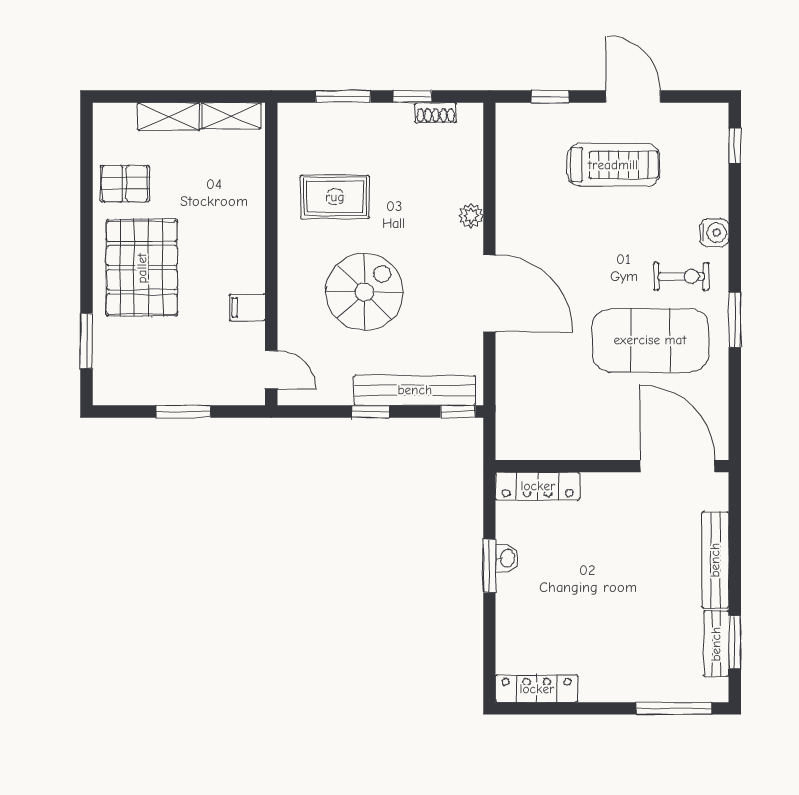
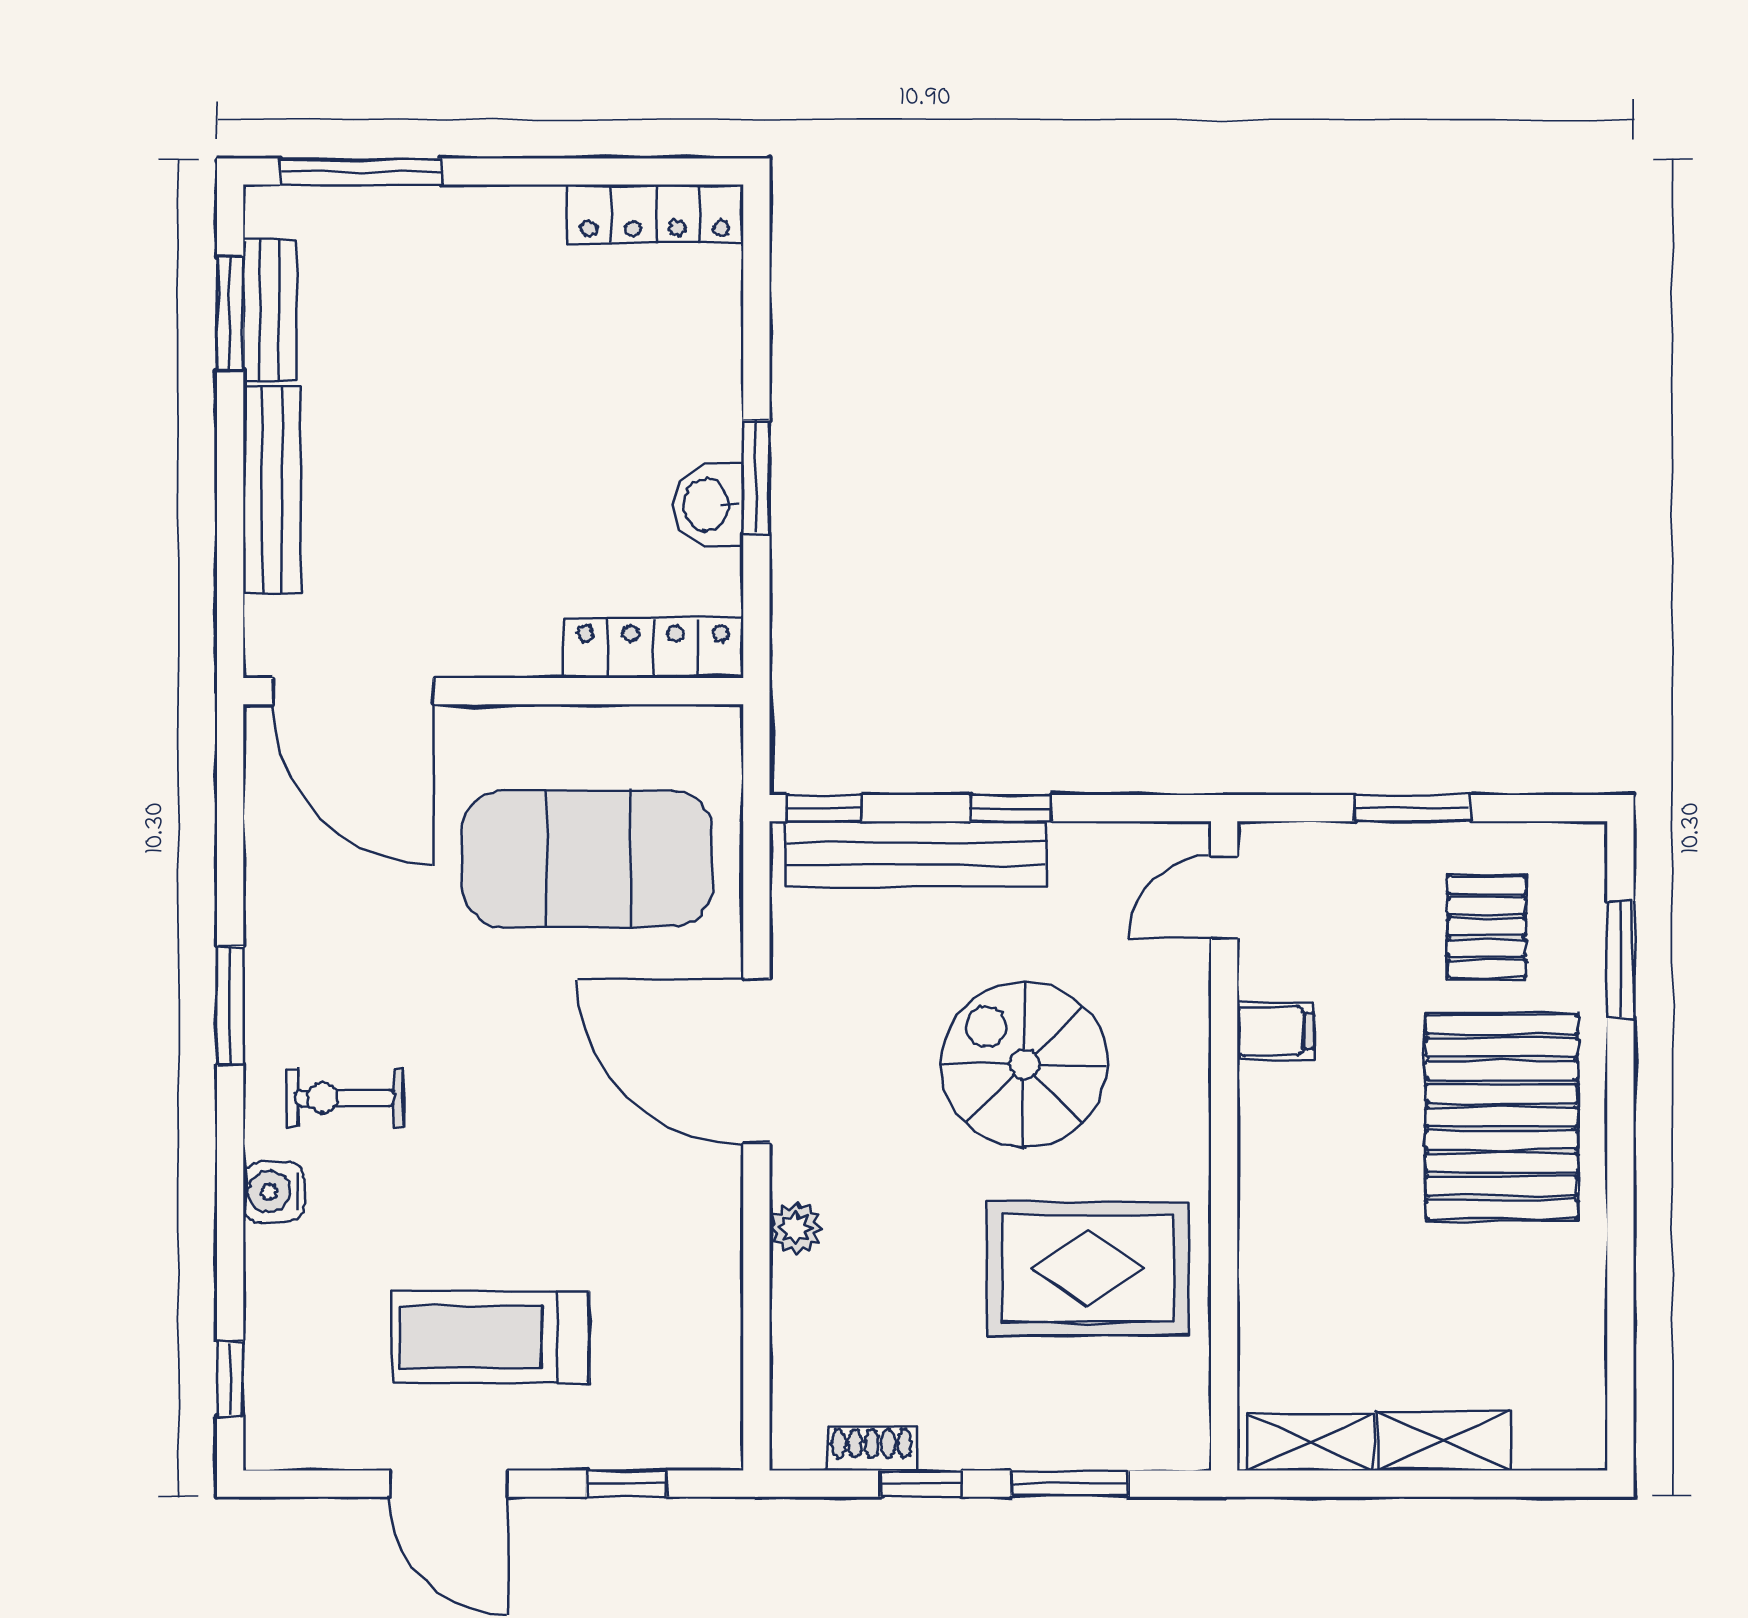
pallet: (125, 184) -> (1486, 927), moved, turned 90
rug: (335, 197) -> (1088, 1269), width x1.36, depth x1.43
spiral stairs: (365, 292) -> (1024, 1064), turned 90
exercise mat: (650, 340) -> (588, 859), moved
door: (271, 370) -> (1224, 897), hinge flipped
washbasin: (507, 558) -> (708, 505), width x1.38, depth x1.45

